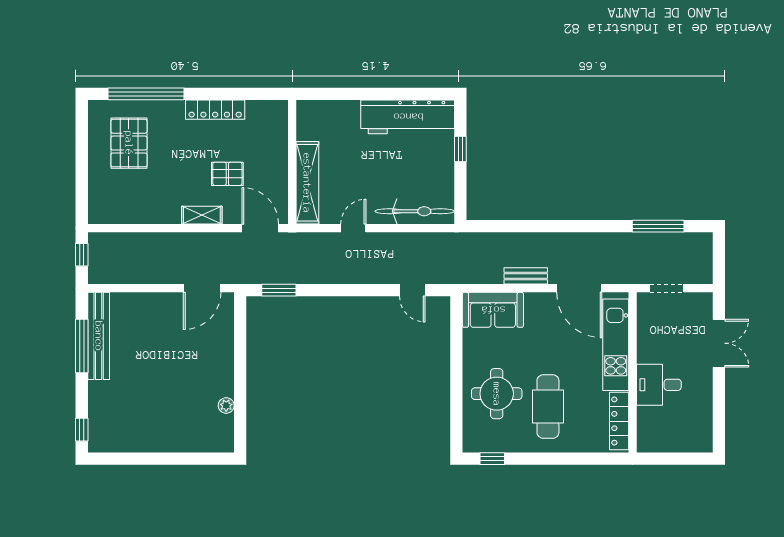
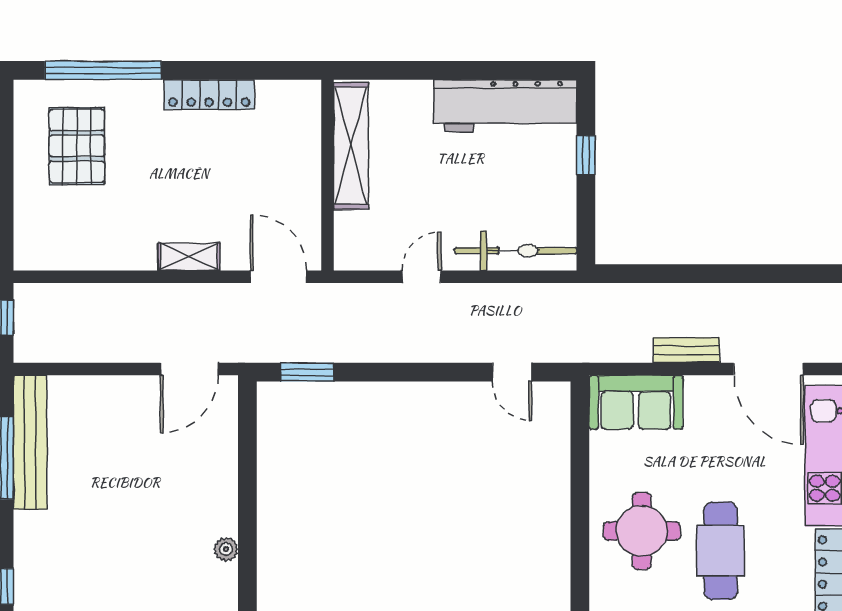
pallet: (227, 174) -> (228, 193), removed
shelving: (307, 183) -> (351, 146), moved

